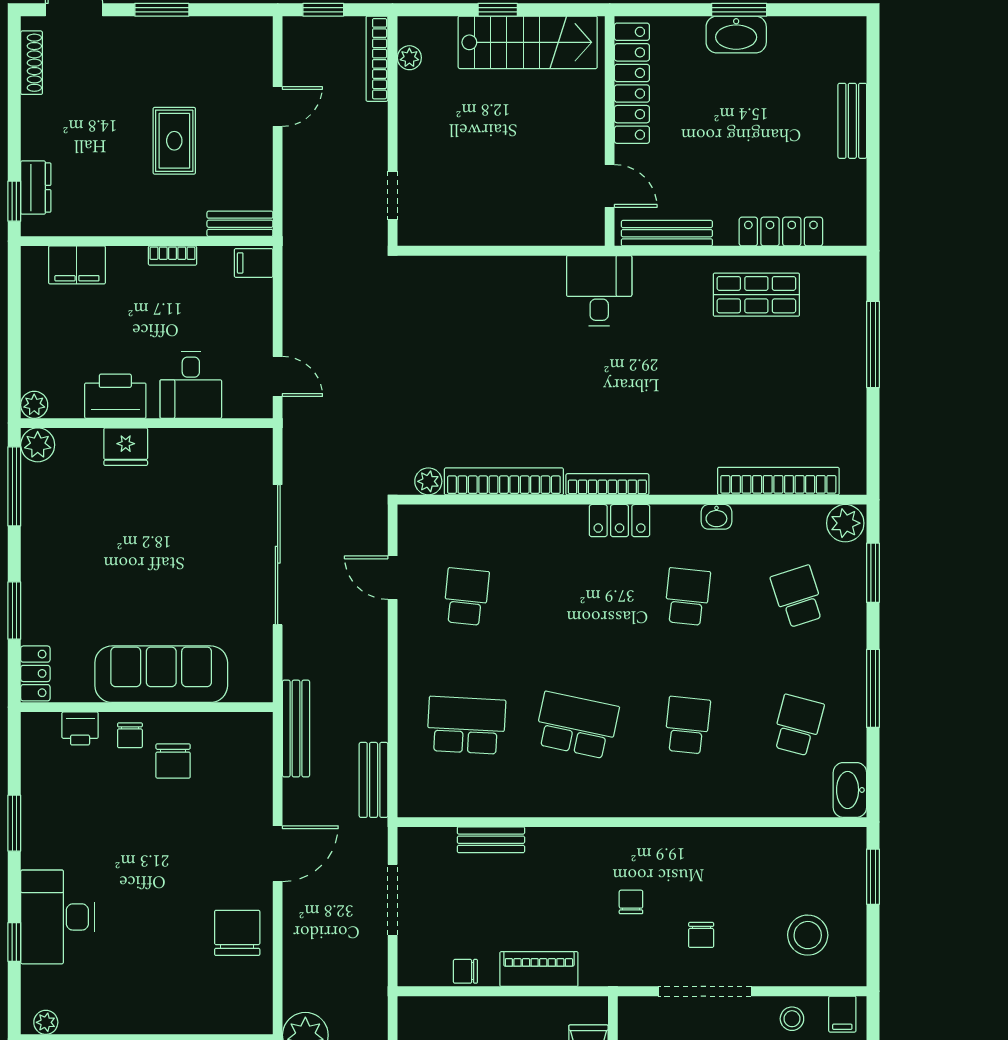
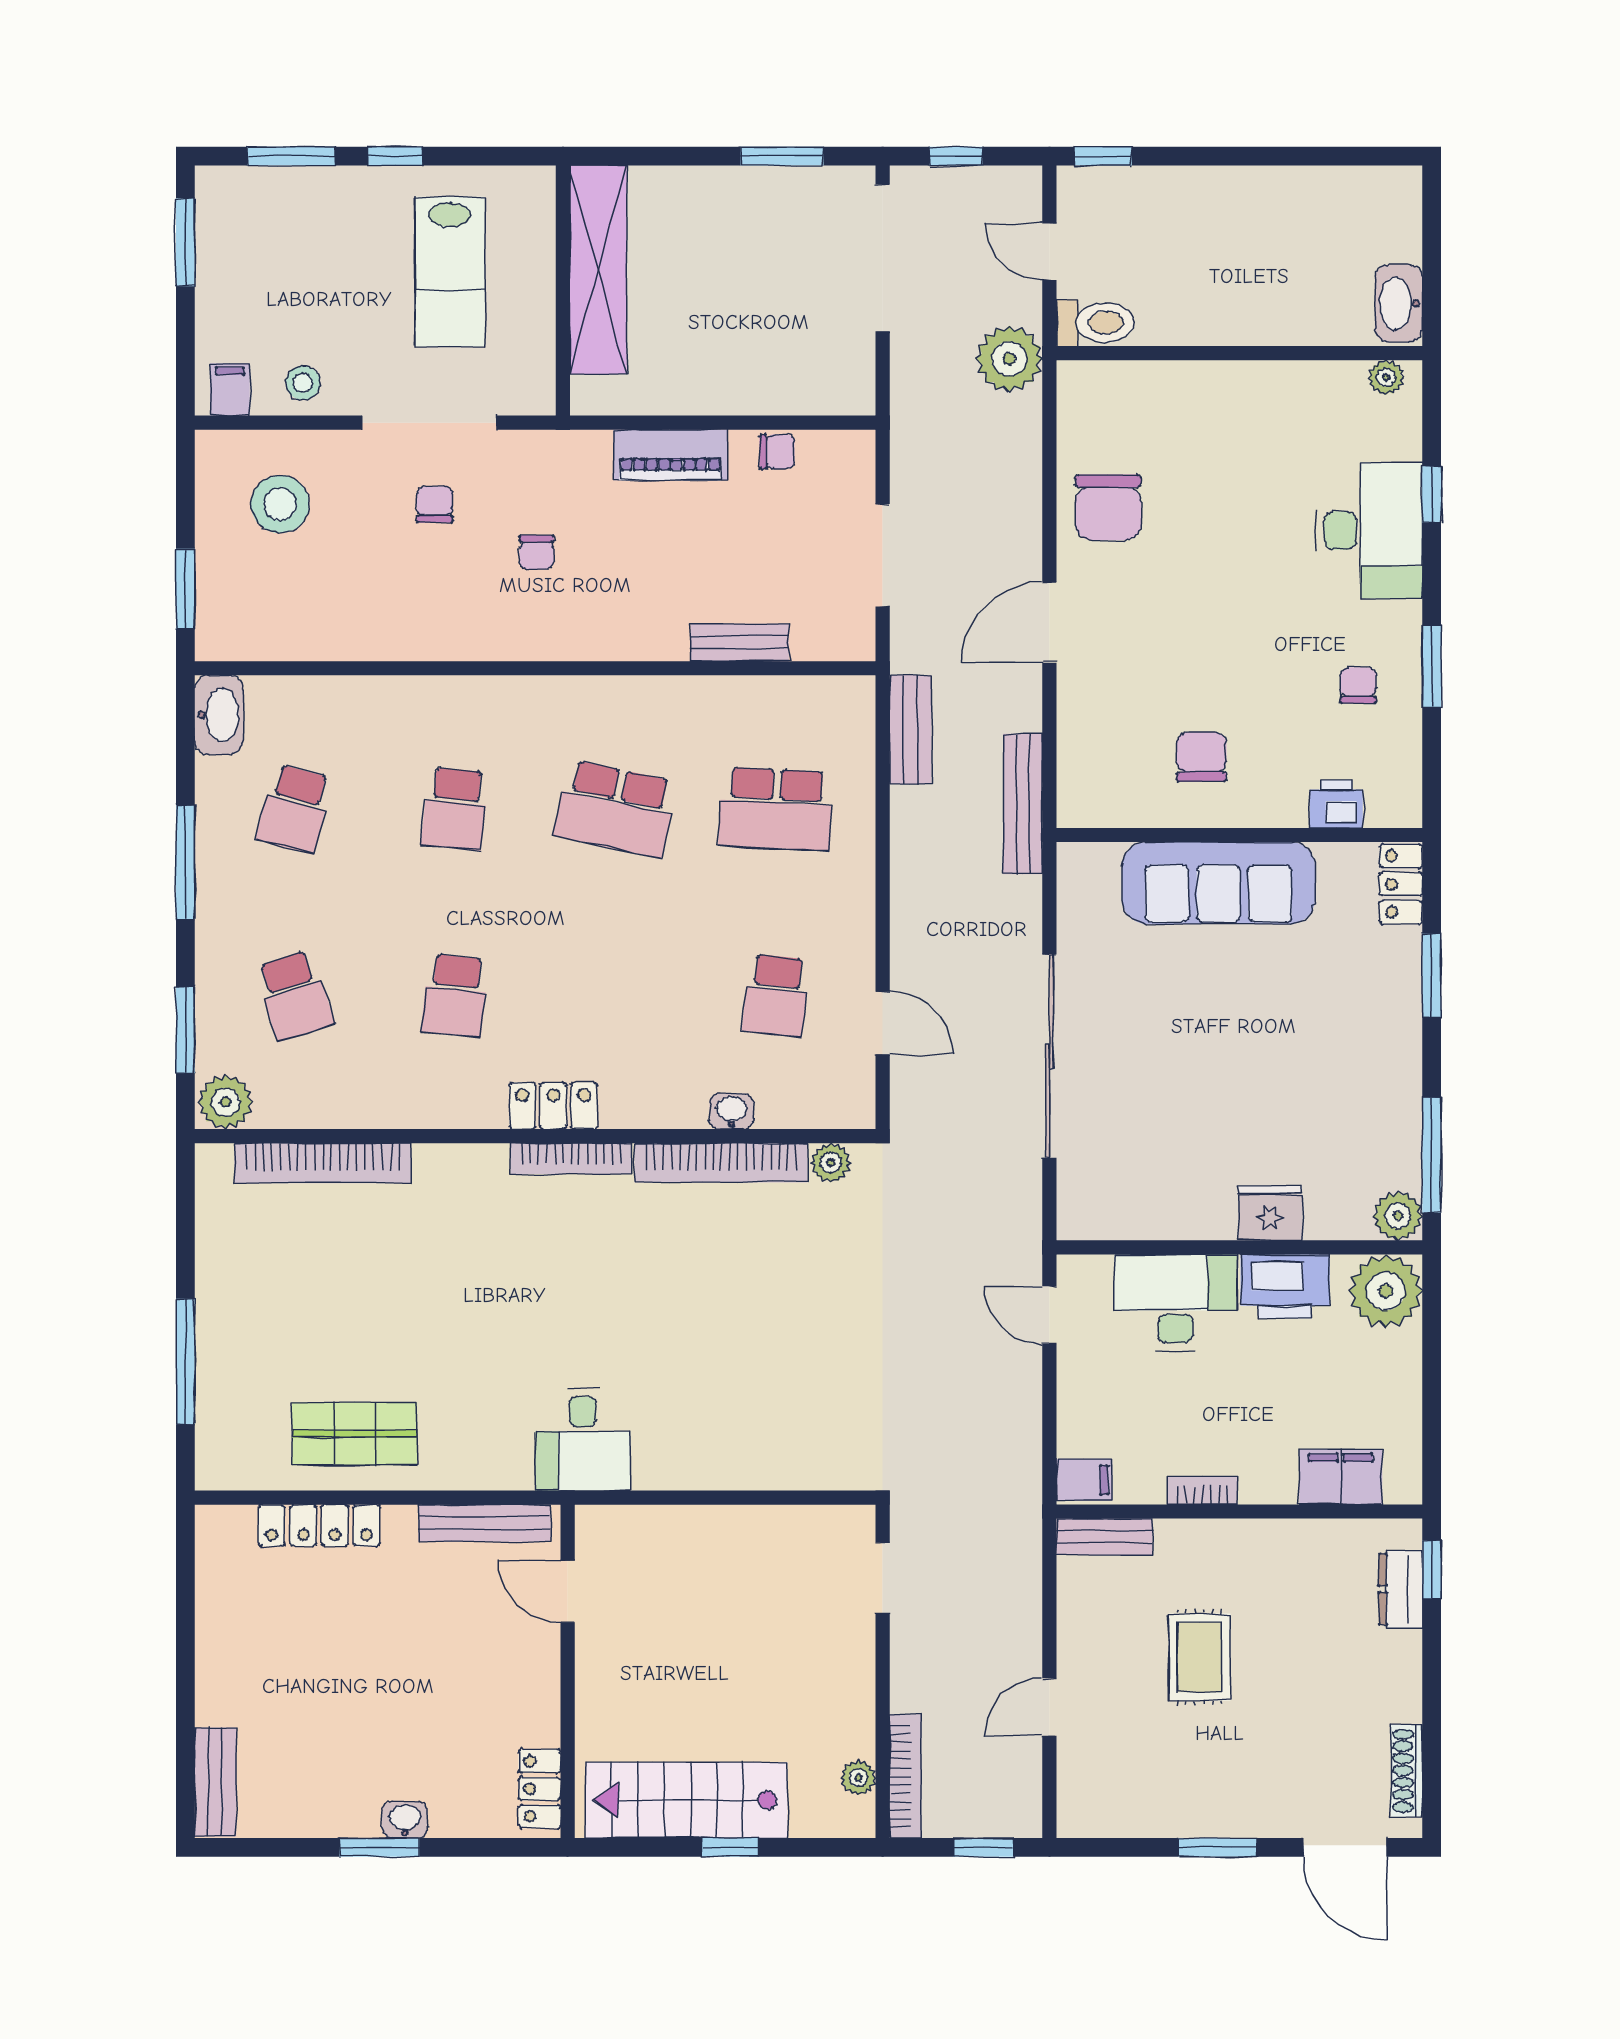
washbasin: (736, 35) -> (405, 1820), width x0.52, depth x0.69
locker: (632, 83) -> (540, 1789), width x0.46, depth x0.83
bench: (852, 121) -> (215, 1782), moved
desk: (191, 385) -> (1176, 1303), width x1.37
plant: (34, 405) -> (1386, 1291), width x1.88, depth x1.88
washbasin: (716, 517) -> (732, 1111), moved
chair: (130, 735) -> (1358, 685), moved

